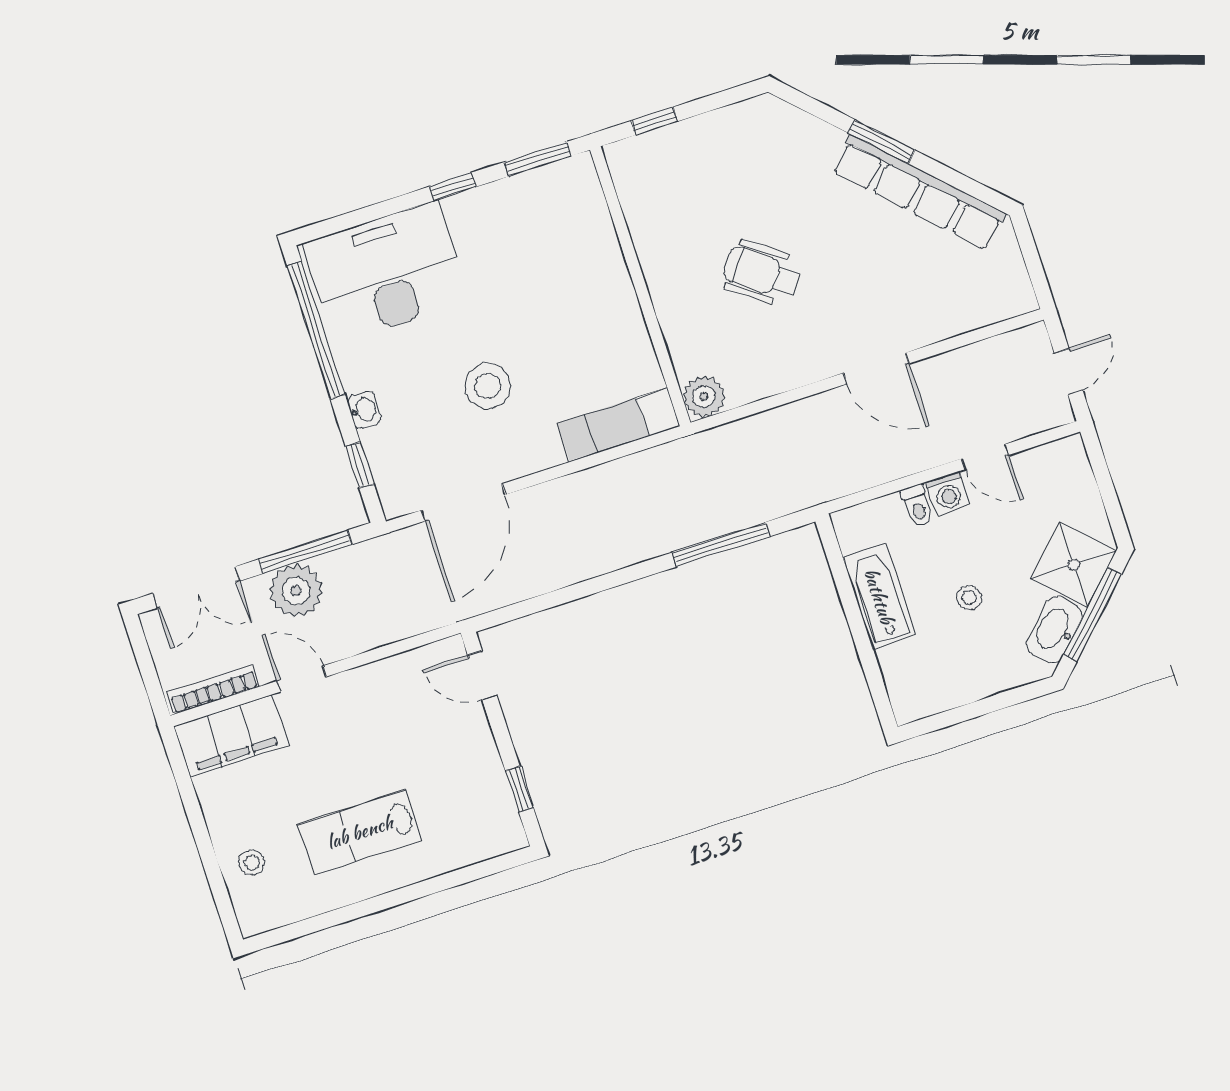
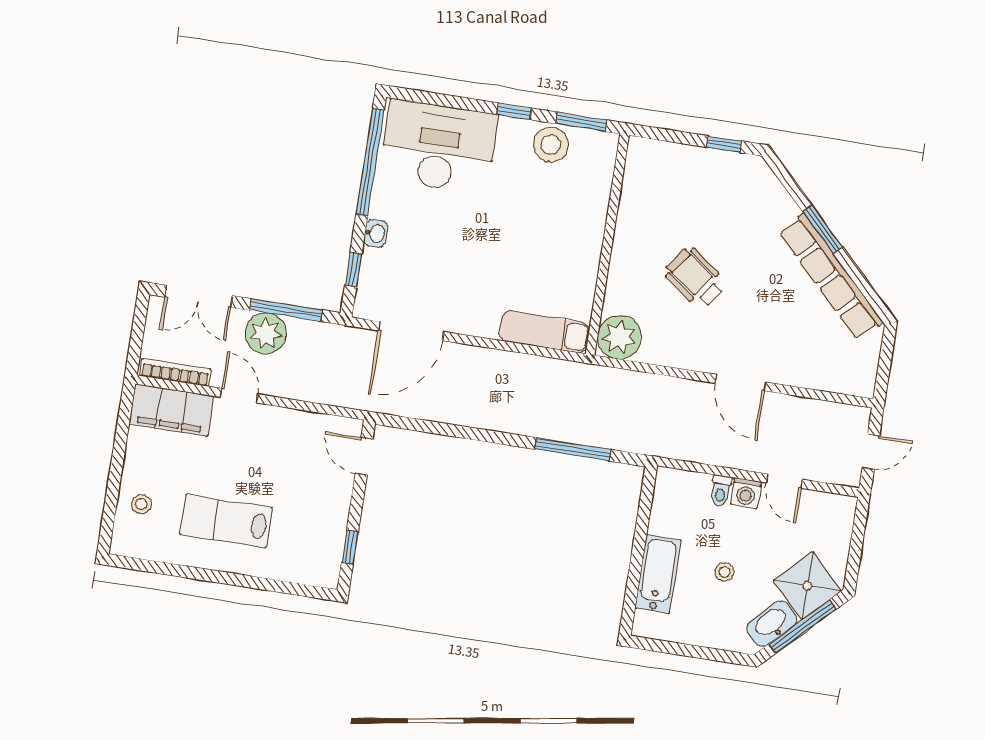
window: (654, 121) -> (724, 144), moved
stool: (488, 386) -> (551, 145), moved
plant: (704, 396) -> (619, 337), width x1.36, depth x1.36
bathtub: (879, 596) -> (658, 574), moved

